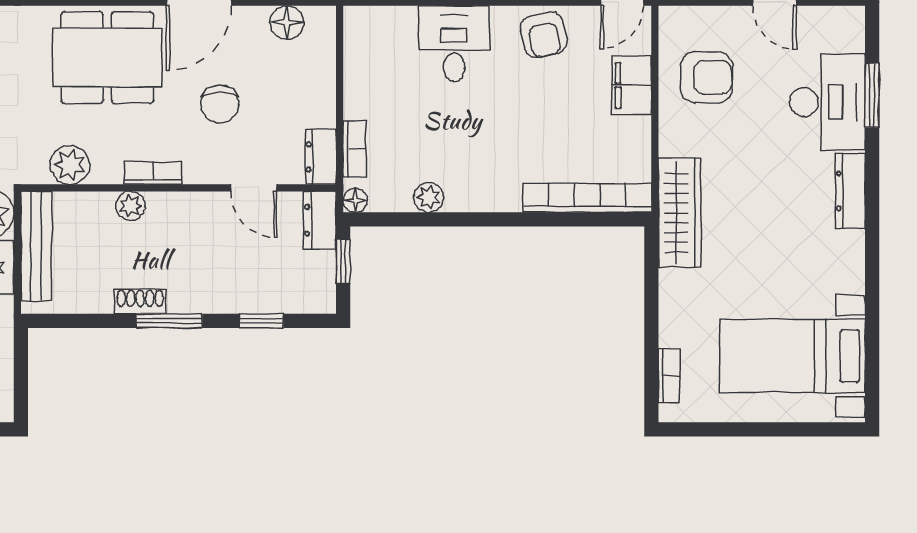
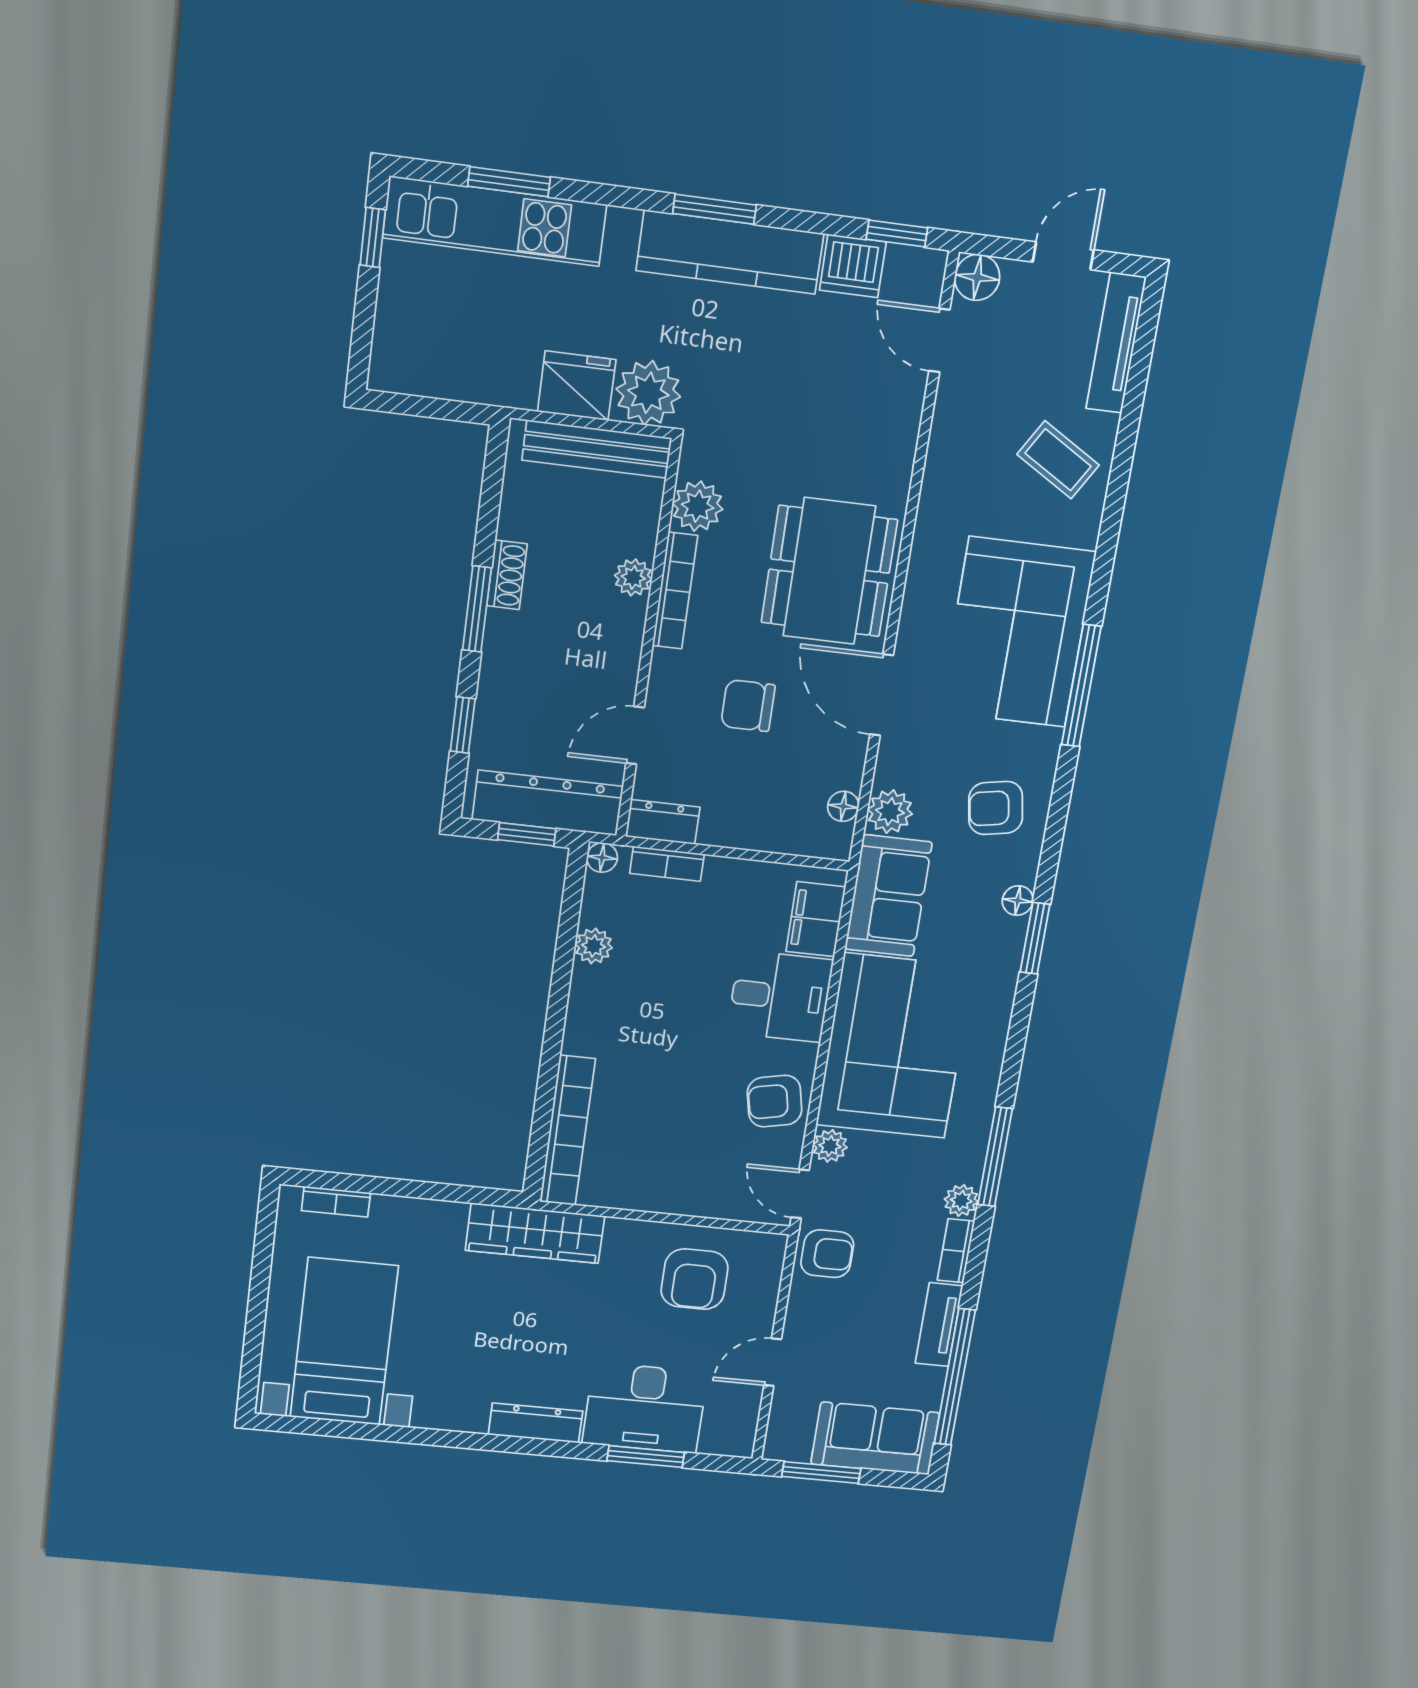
floor lamp: (287, 22) -> (843, 806), width x0.73, depth x0.73
filing cabinet: (632, 85) -> (816, 919), moved, turned -90
bookcase: (153, 173) -> (675, 591), width x1.56
dresser: (320, 220) -> (548, 803), width x1.96, depth x1.24

